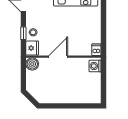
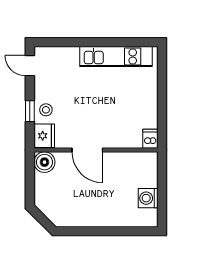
door: (58, 57) -> (87, 150), swing flipped
washing machine: (95, 66) -> (148, 198), moved

